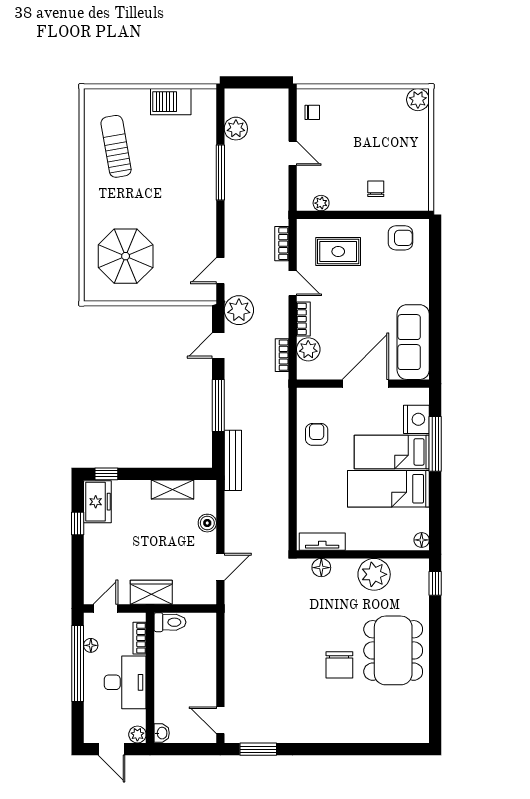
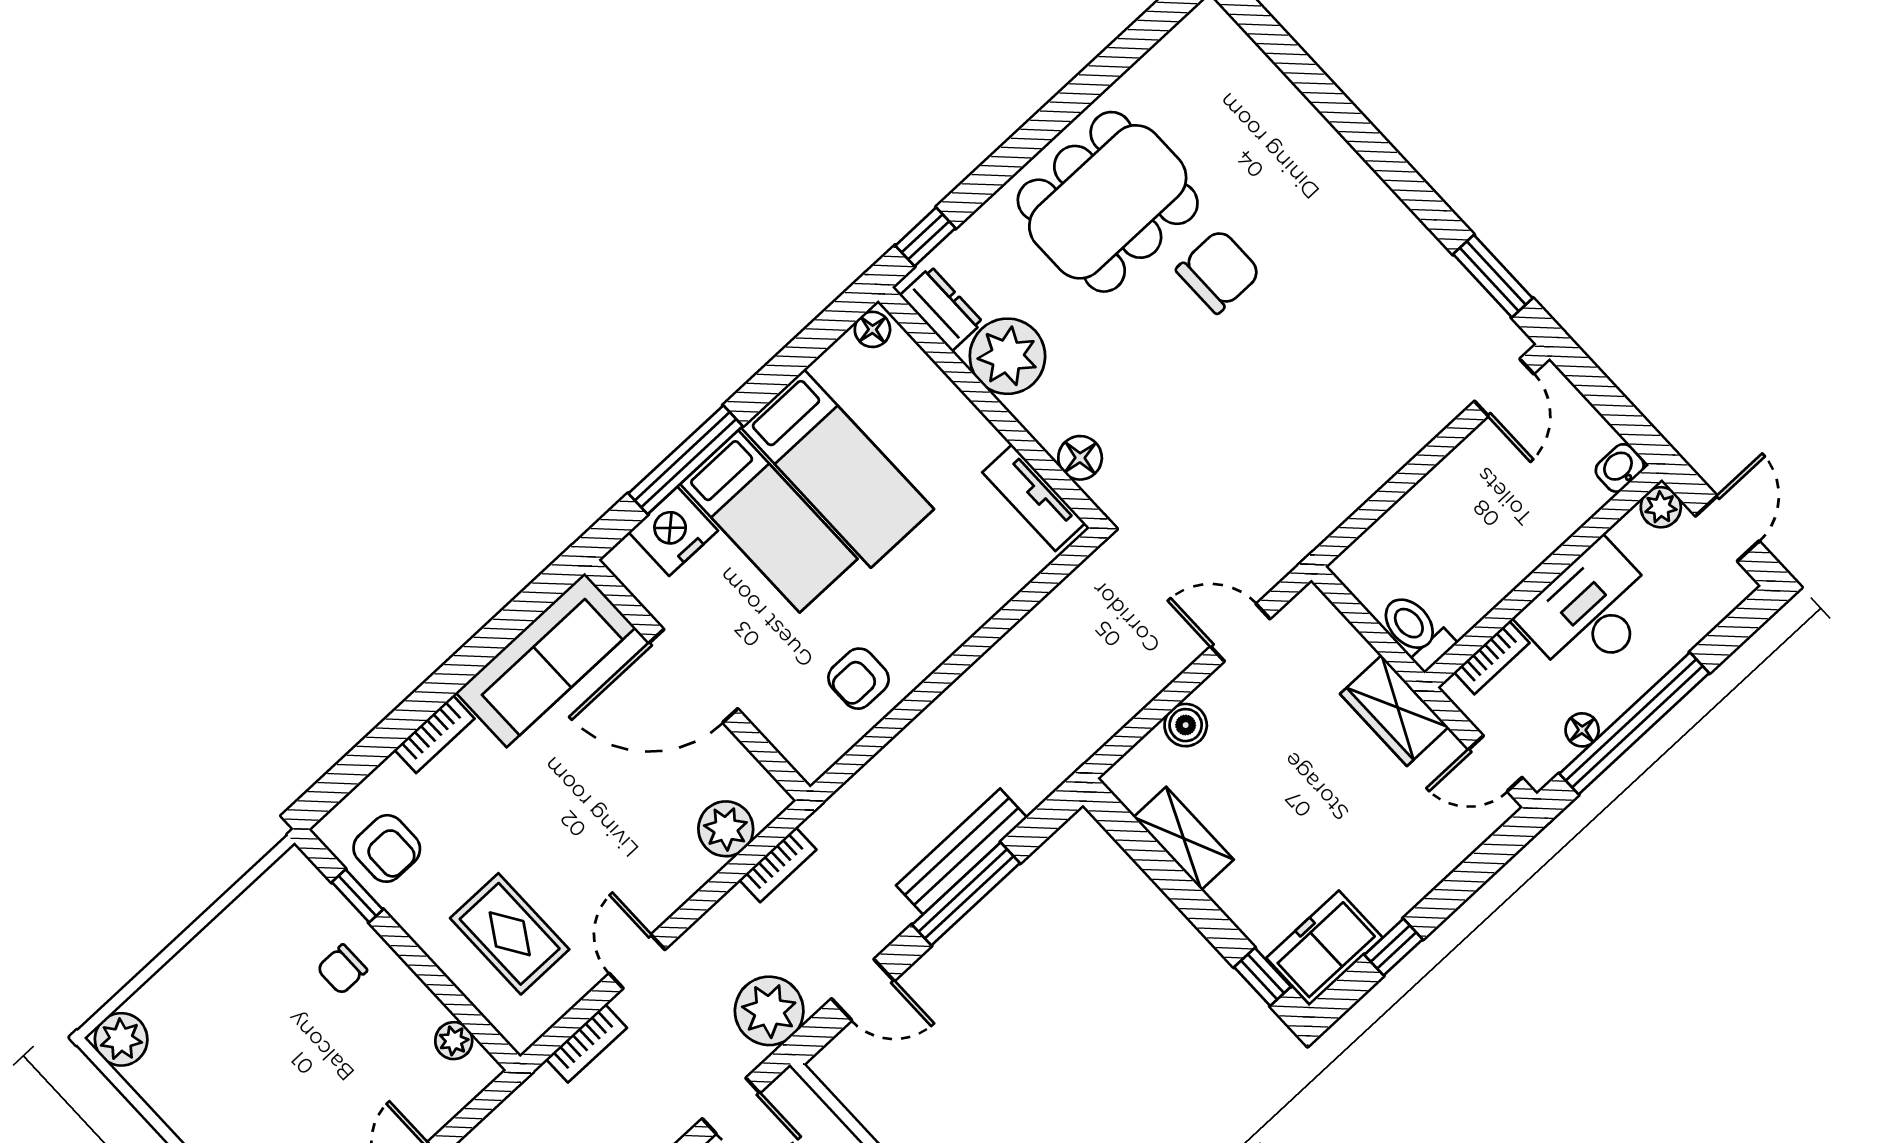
window: (394, 215) -> (357, 896), added
armchair: (400, 238) -> (387, 848), turned 180
bookcase: (303, 319) -> (434, 734), moved, turned 180
bench: (233, 460) -> (962, 851), moved
dresser: (408, 567) -> (941, 309), added

